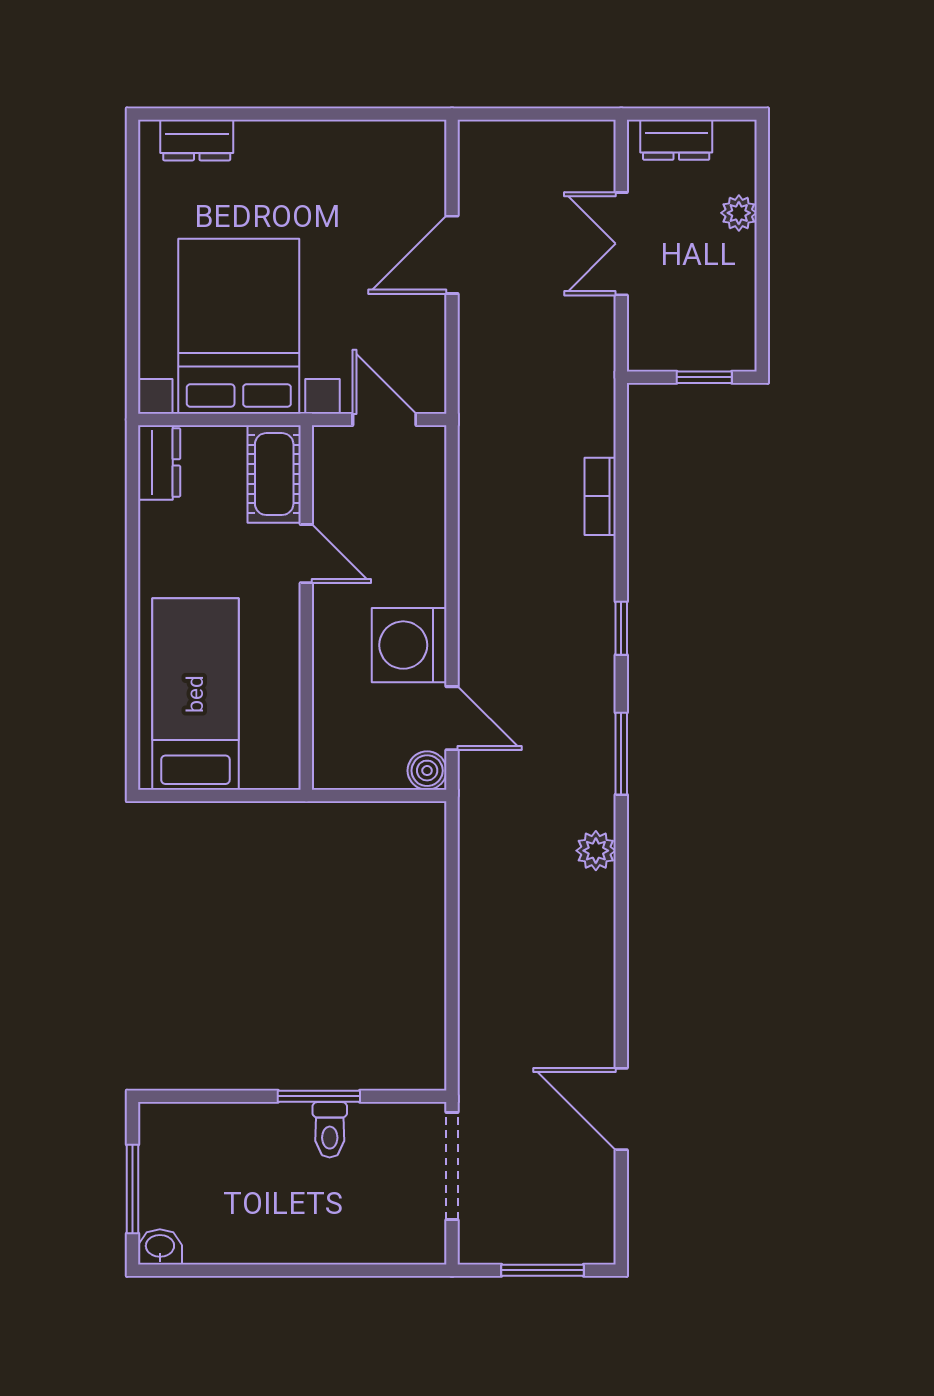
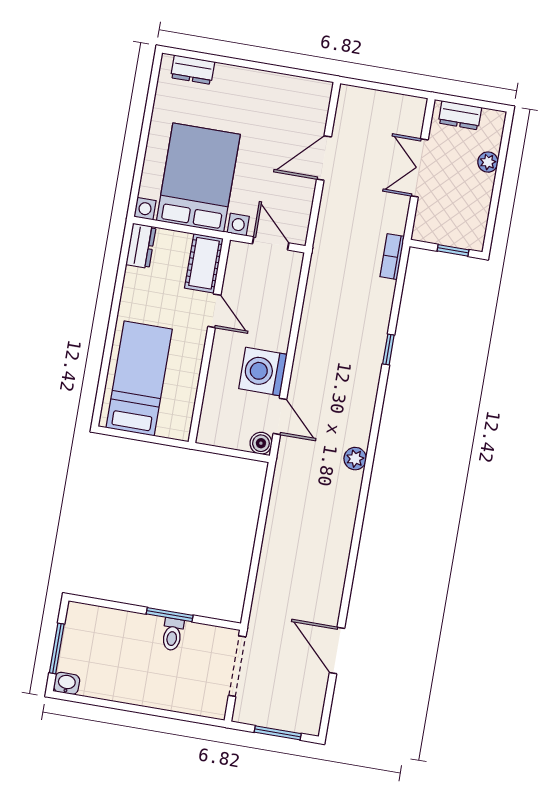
bookcase: (600, 496) -> (392, 257), moved
window: (621, 628) -> (388, 349), moved
window: (621, 754) -> (371, 452), removed
plant: (596, 851) -> (355, 459), moved

